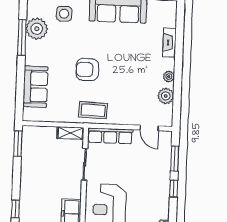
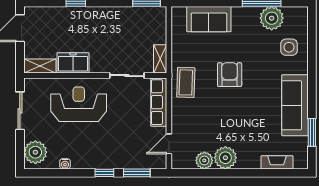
fireplace: (169, 43) -> (277, 162), moved
plant: (169, 77) -> (225, 158), width x1.88, depth x1.88

